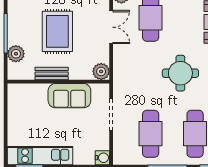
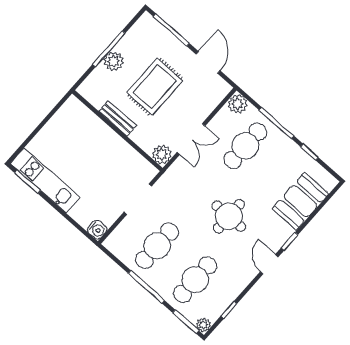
double door: (111, 27) -> (191, 139), moved
plant: (16, 54) -> (114, 61), moved
sofa: (69, 96) -> (116, 151), removed

